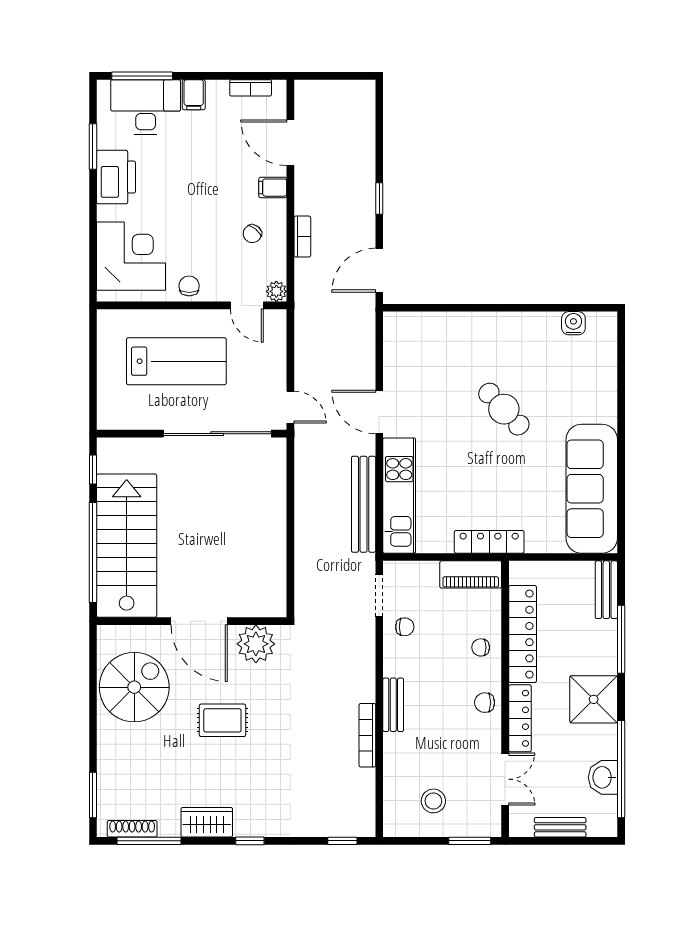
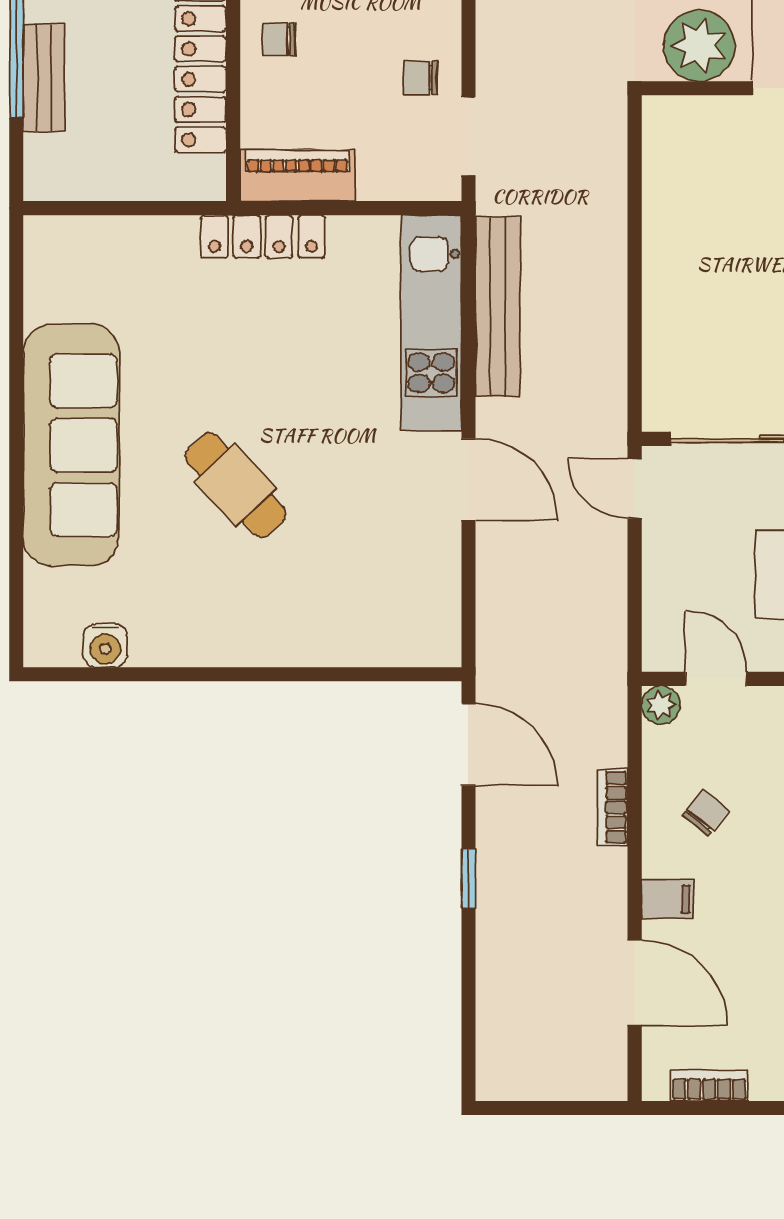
door: (379, 270) -> (468, 745), hinge flipped
sofa: (592, 489) -> (71, 445), moved
bench: (606, 590) -> (44, 78), moved
chair: (481, 647) -> (279, 39), turned 180

